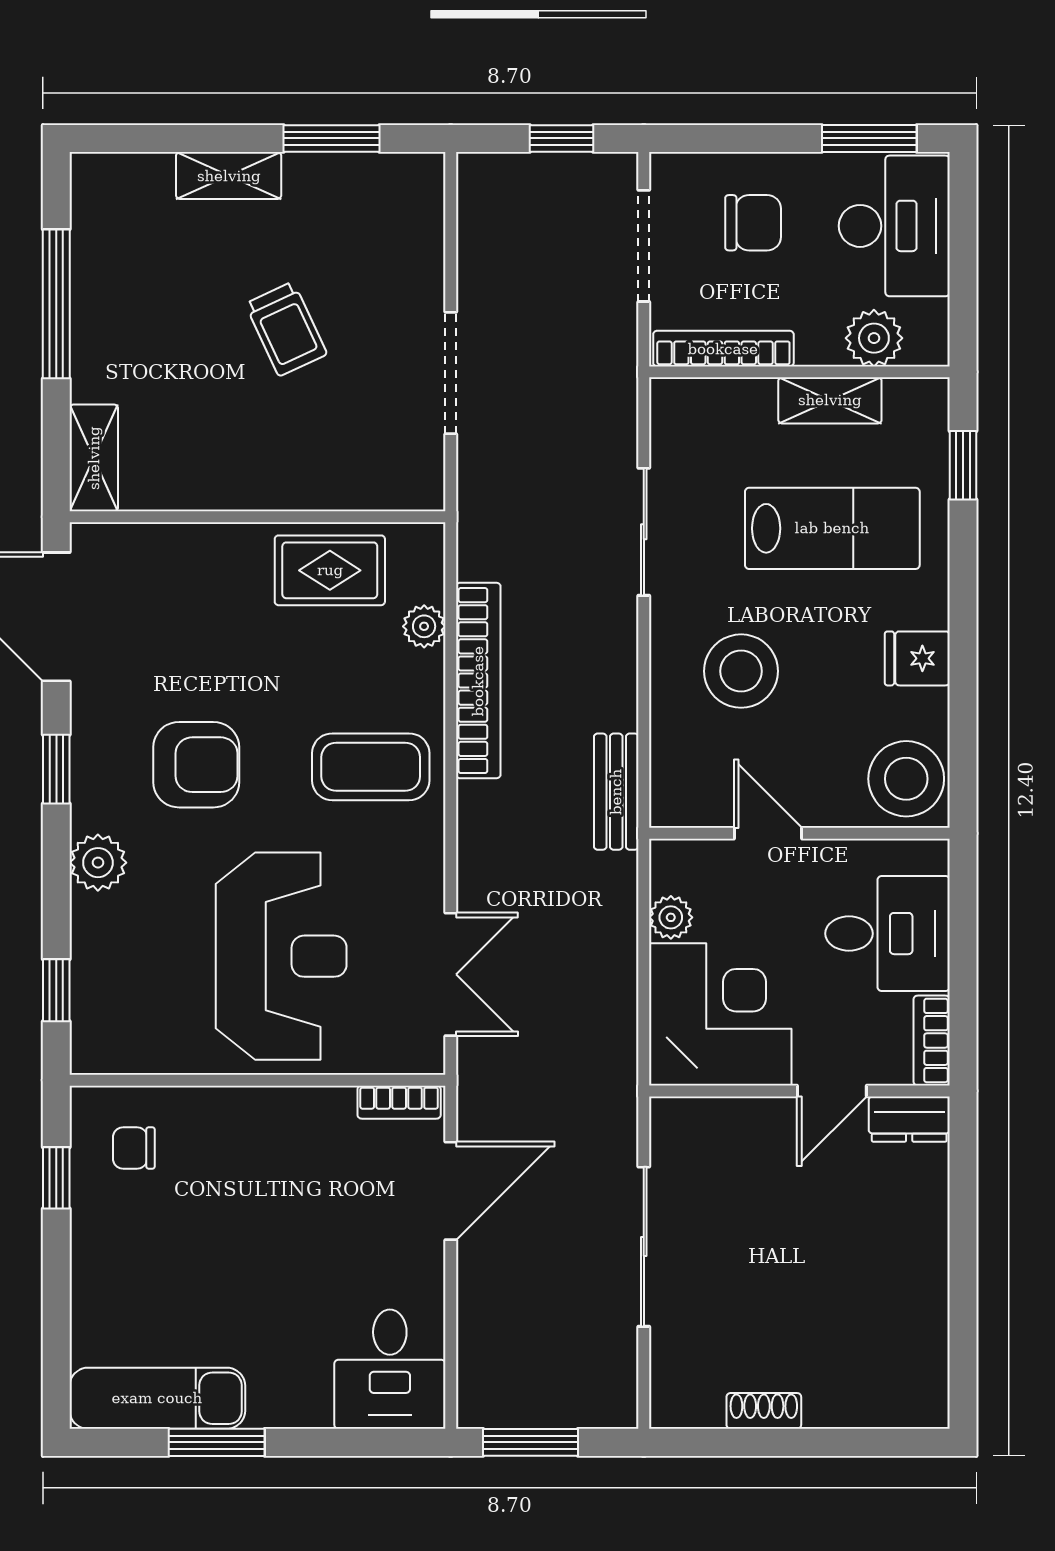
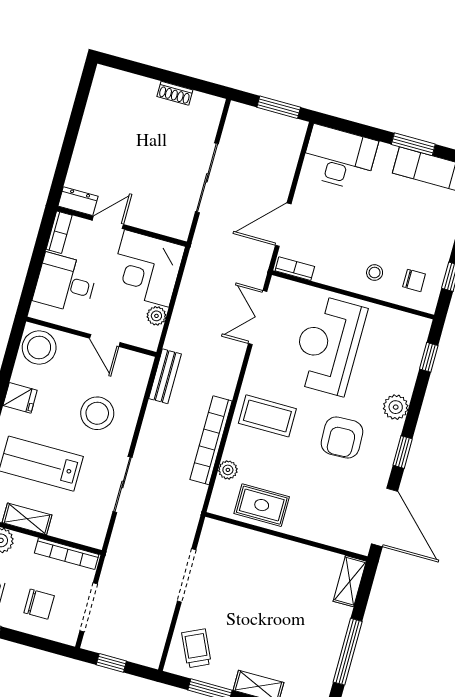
chair: (753, 223) -> (39, 604), turned 180
trolley: (286, 329) -> (196, 648), moved
armchair: (196, 765) -> (342, 437), turned -92
stool: (224, 1141) -> (375, 273), added
desk: (390, 1369) -> (339, 158), width x1.37

